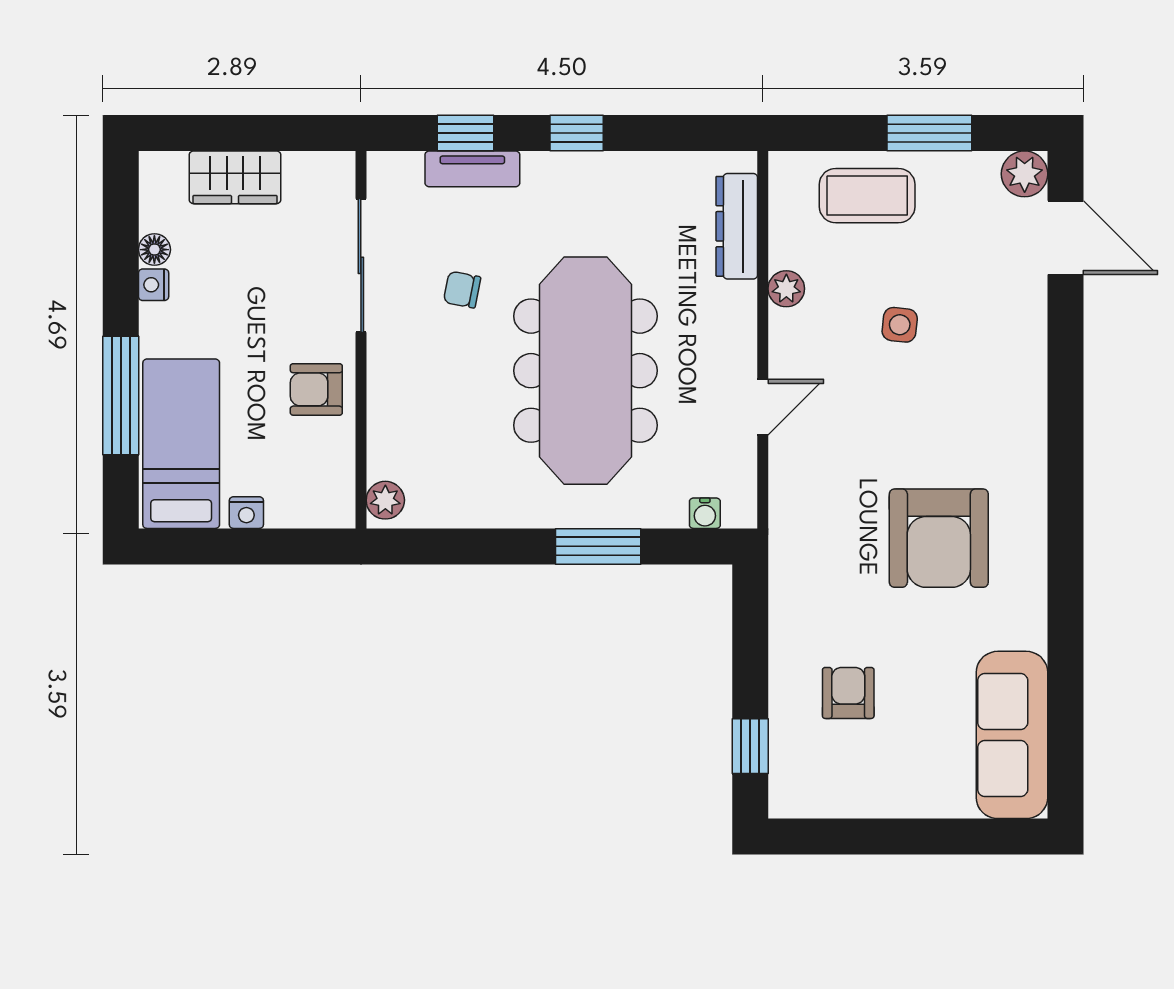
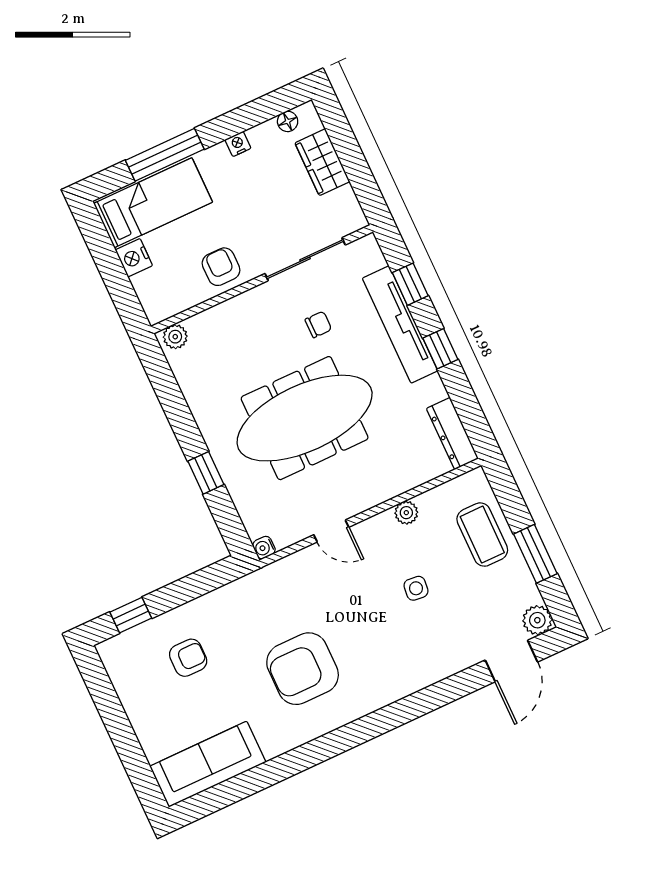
tv unit: (472, 169) -> (400, 324), width x1.92, depth x1.29
dresser: (737, 226) -> (452, 434), moved, turned -90
floor lamp: (154, 250) -> (288, 121), moved
chair: (462, 290) -> (318, 324), turned 79
nightstand: (246, 513) -> (134, 258), width x1.39, depth x1.35
water cooler: (705, 513) -> (264, 548), moved
window: (598, 546) -> (206, 473), width x0.67

